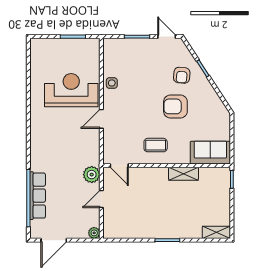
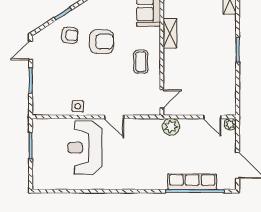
armchair: (175, 106) -> (102, 42), turned -90
door: (101, 199) -> (212, 117), moved

